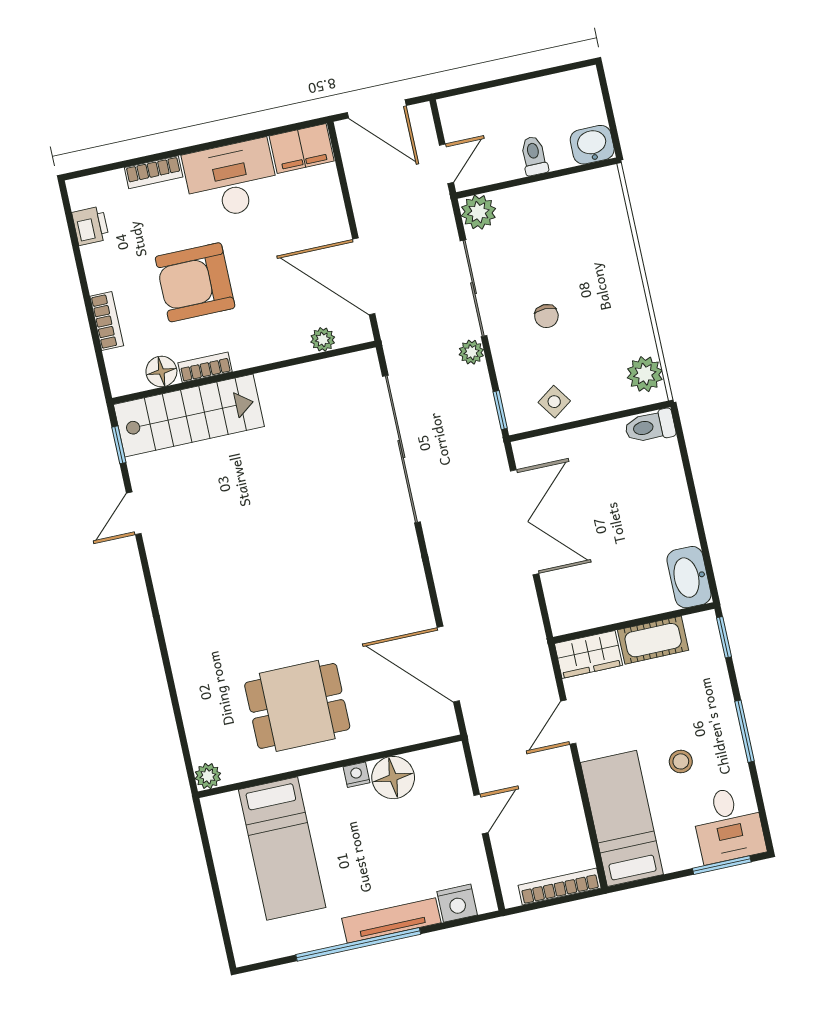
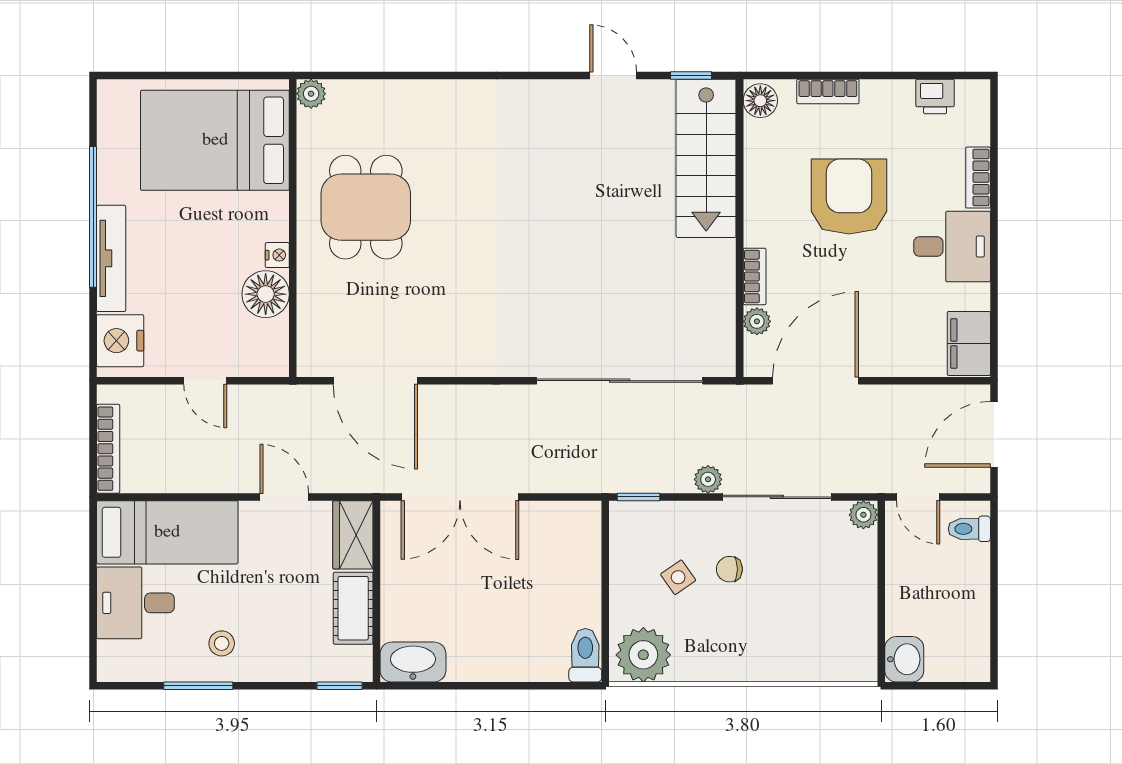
toilet: (534, 156) -> (969, 529), moved, turned 180
desk: (231, 179) -> (952, 247), width x0.73
plant: (478, 212) -> (863, 515), width x0.73, depth x0.73
bookcase: (205, 367) -> (755, 276), moved
floor lamp: (161, 372) -> (760, 101), moved
plant: (645, 374) -> (643, 655), width x1.36, depth x1.36
side table: (554, 402) -> (678, 577), moved
double door: (525, 522) -> (460, 497), moved
door: (448, 664) -> (375, 381), swing flipped
window: (745, 731) -> (198, 686), moved
stool: (681, 761) -> (222, 643), moved
desk: (728, 825) -> (135, 603), moved
bed: (282, 849) -> (215, 140), width x1.50
window: (722, 865) -> (93, 629), removed
nightstand: (457, 903) -> (120, 341), width x1.36, depth x1.33

